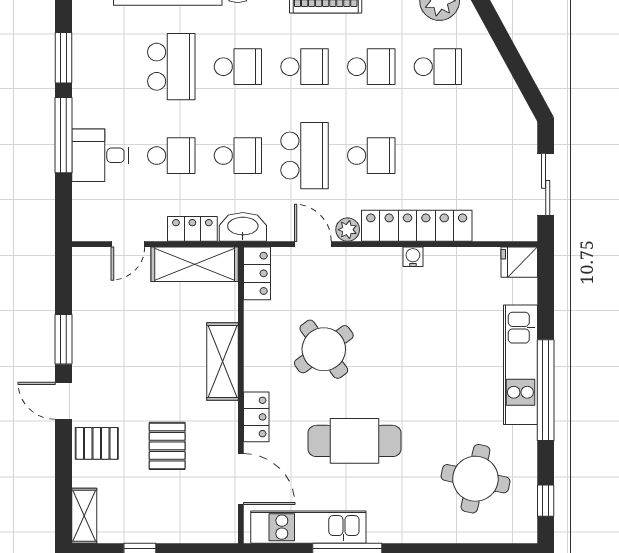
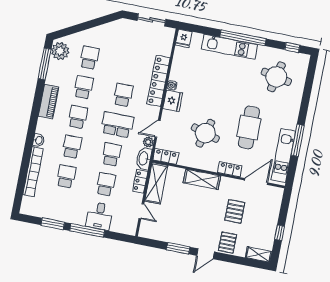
school desk: (171, 67) -> (66, 176), width x0.54
plant: (348, 230) -> (148, 142), moved
fridge: (380, 265) -> (173, 101), added
round table: (324, 349) -> (205, 133), turned -37
pallet: (167, 446) -> (235, 211), turned 90

